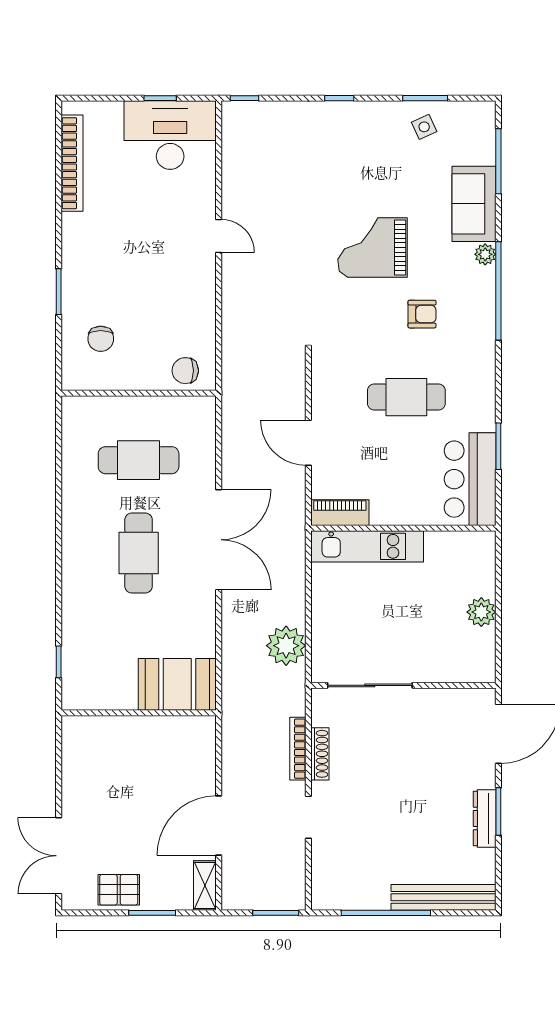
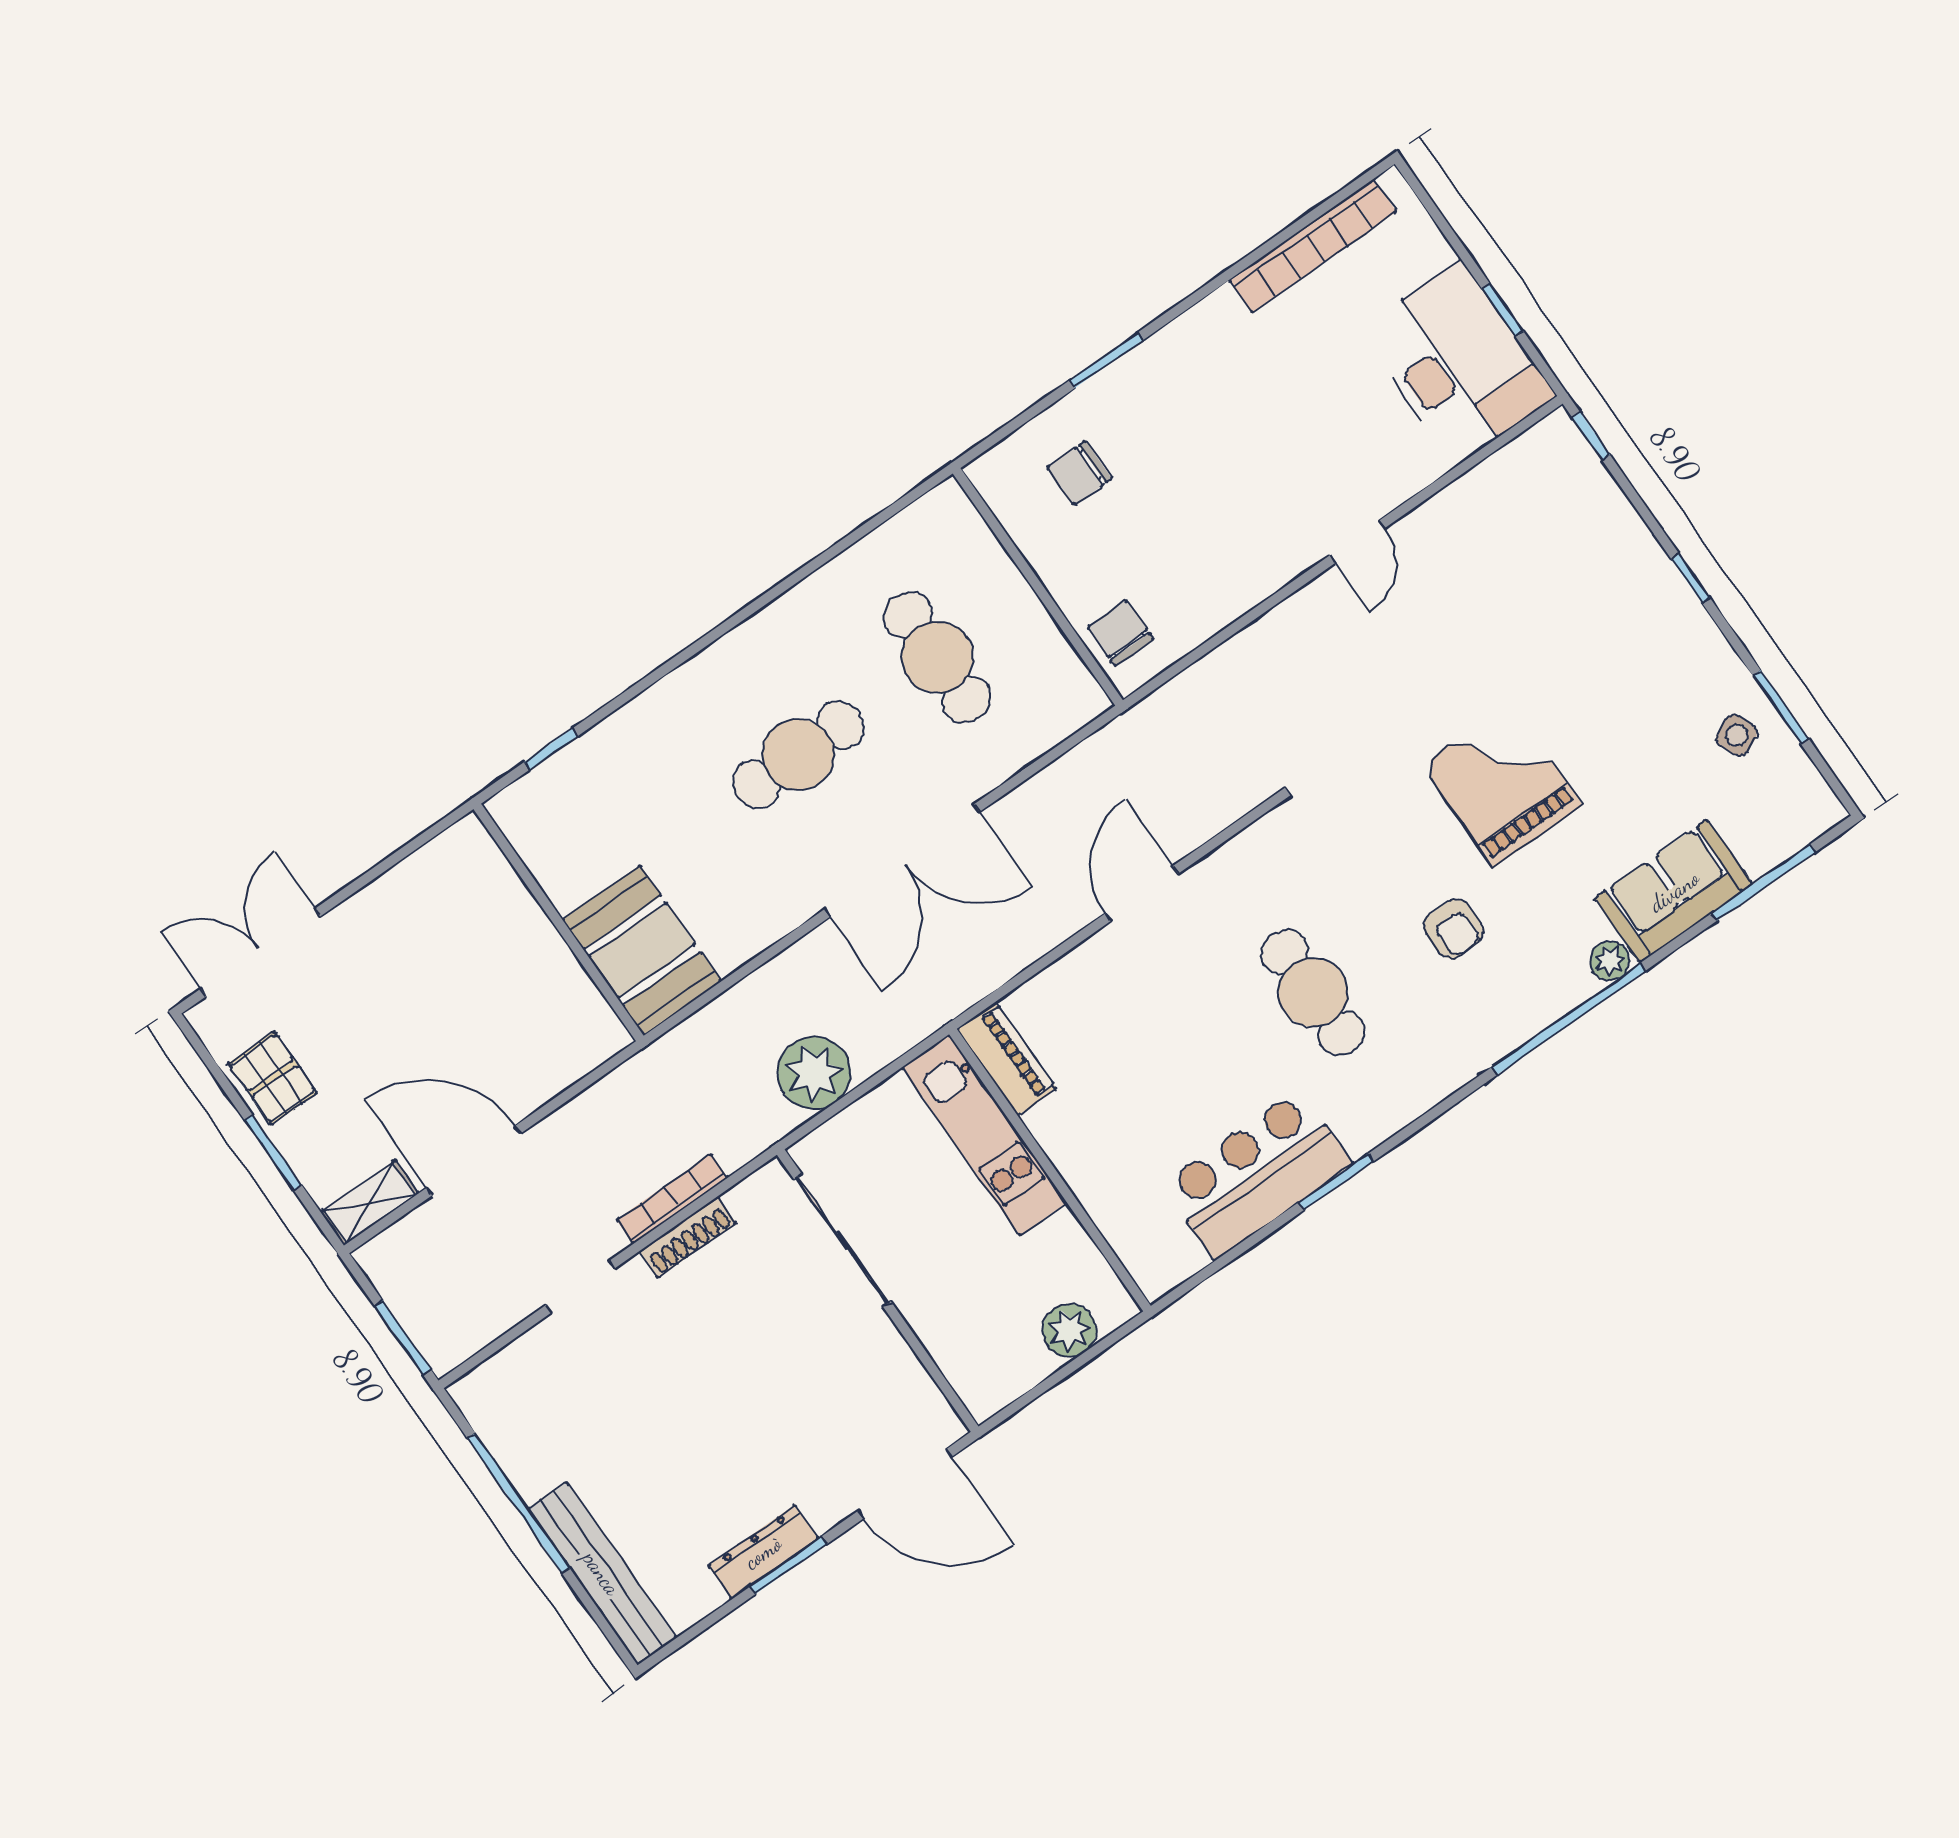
piano: (340, 513) -> (1006, 1059), moved
wall: (403, 528) -> (1050, 1170), moved
kitchen unit: (367, 546) -> (984, 1135), moved

